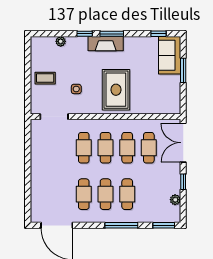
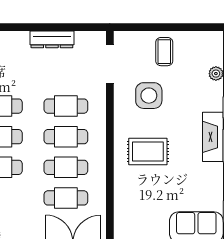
side table: (76, 89) -> (149, 96), width x1.87, depth x1.87
rug: (116, 90) -> (148, 152), width x0.73, depth x0.70
dresser: (36, 158) -> (52, 39), added

